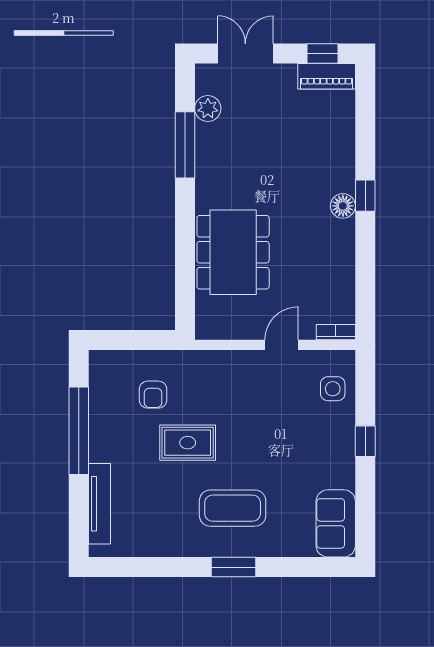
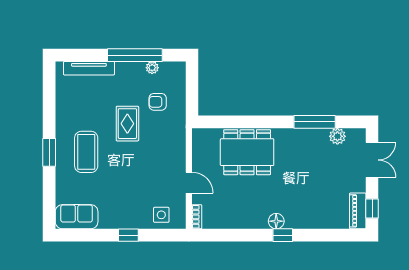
plant: (99, 403) -> (152, 68), added

